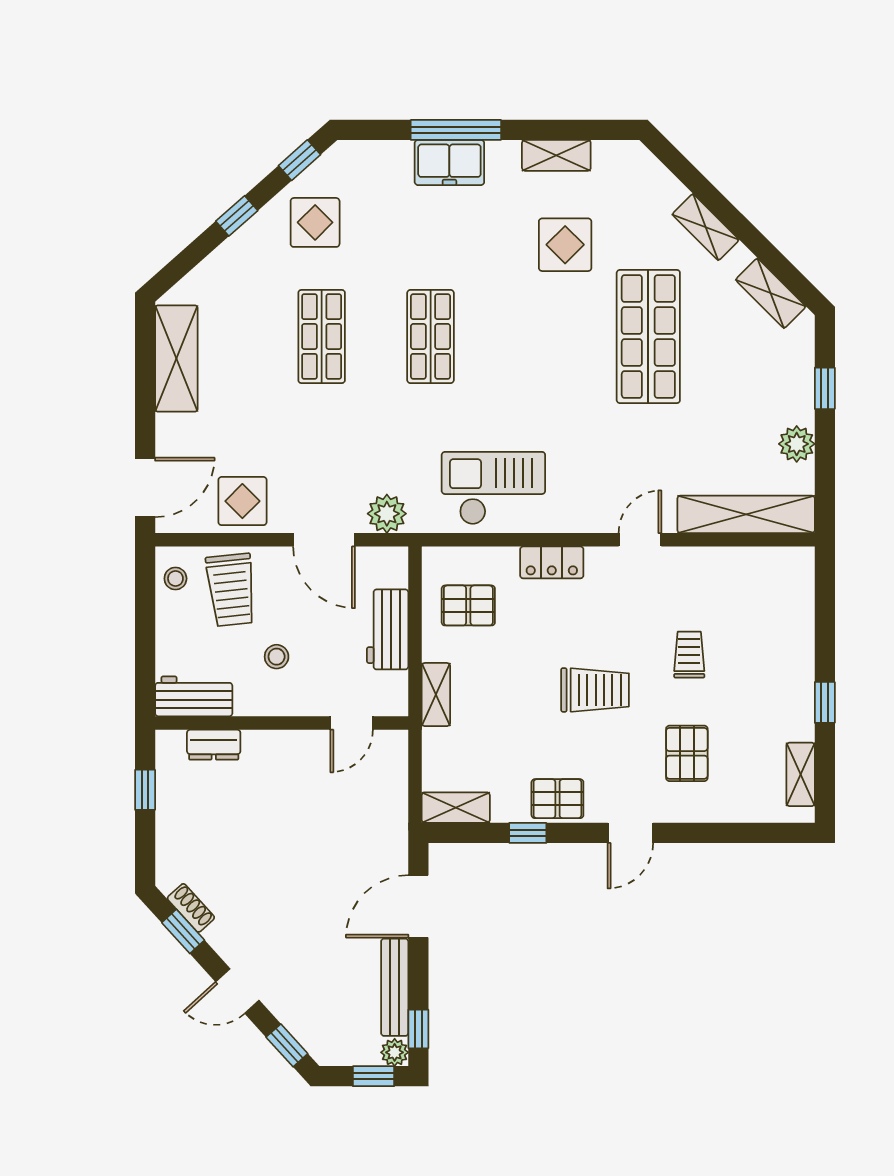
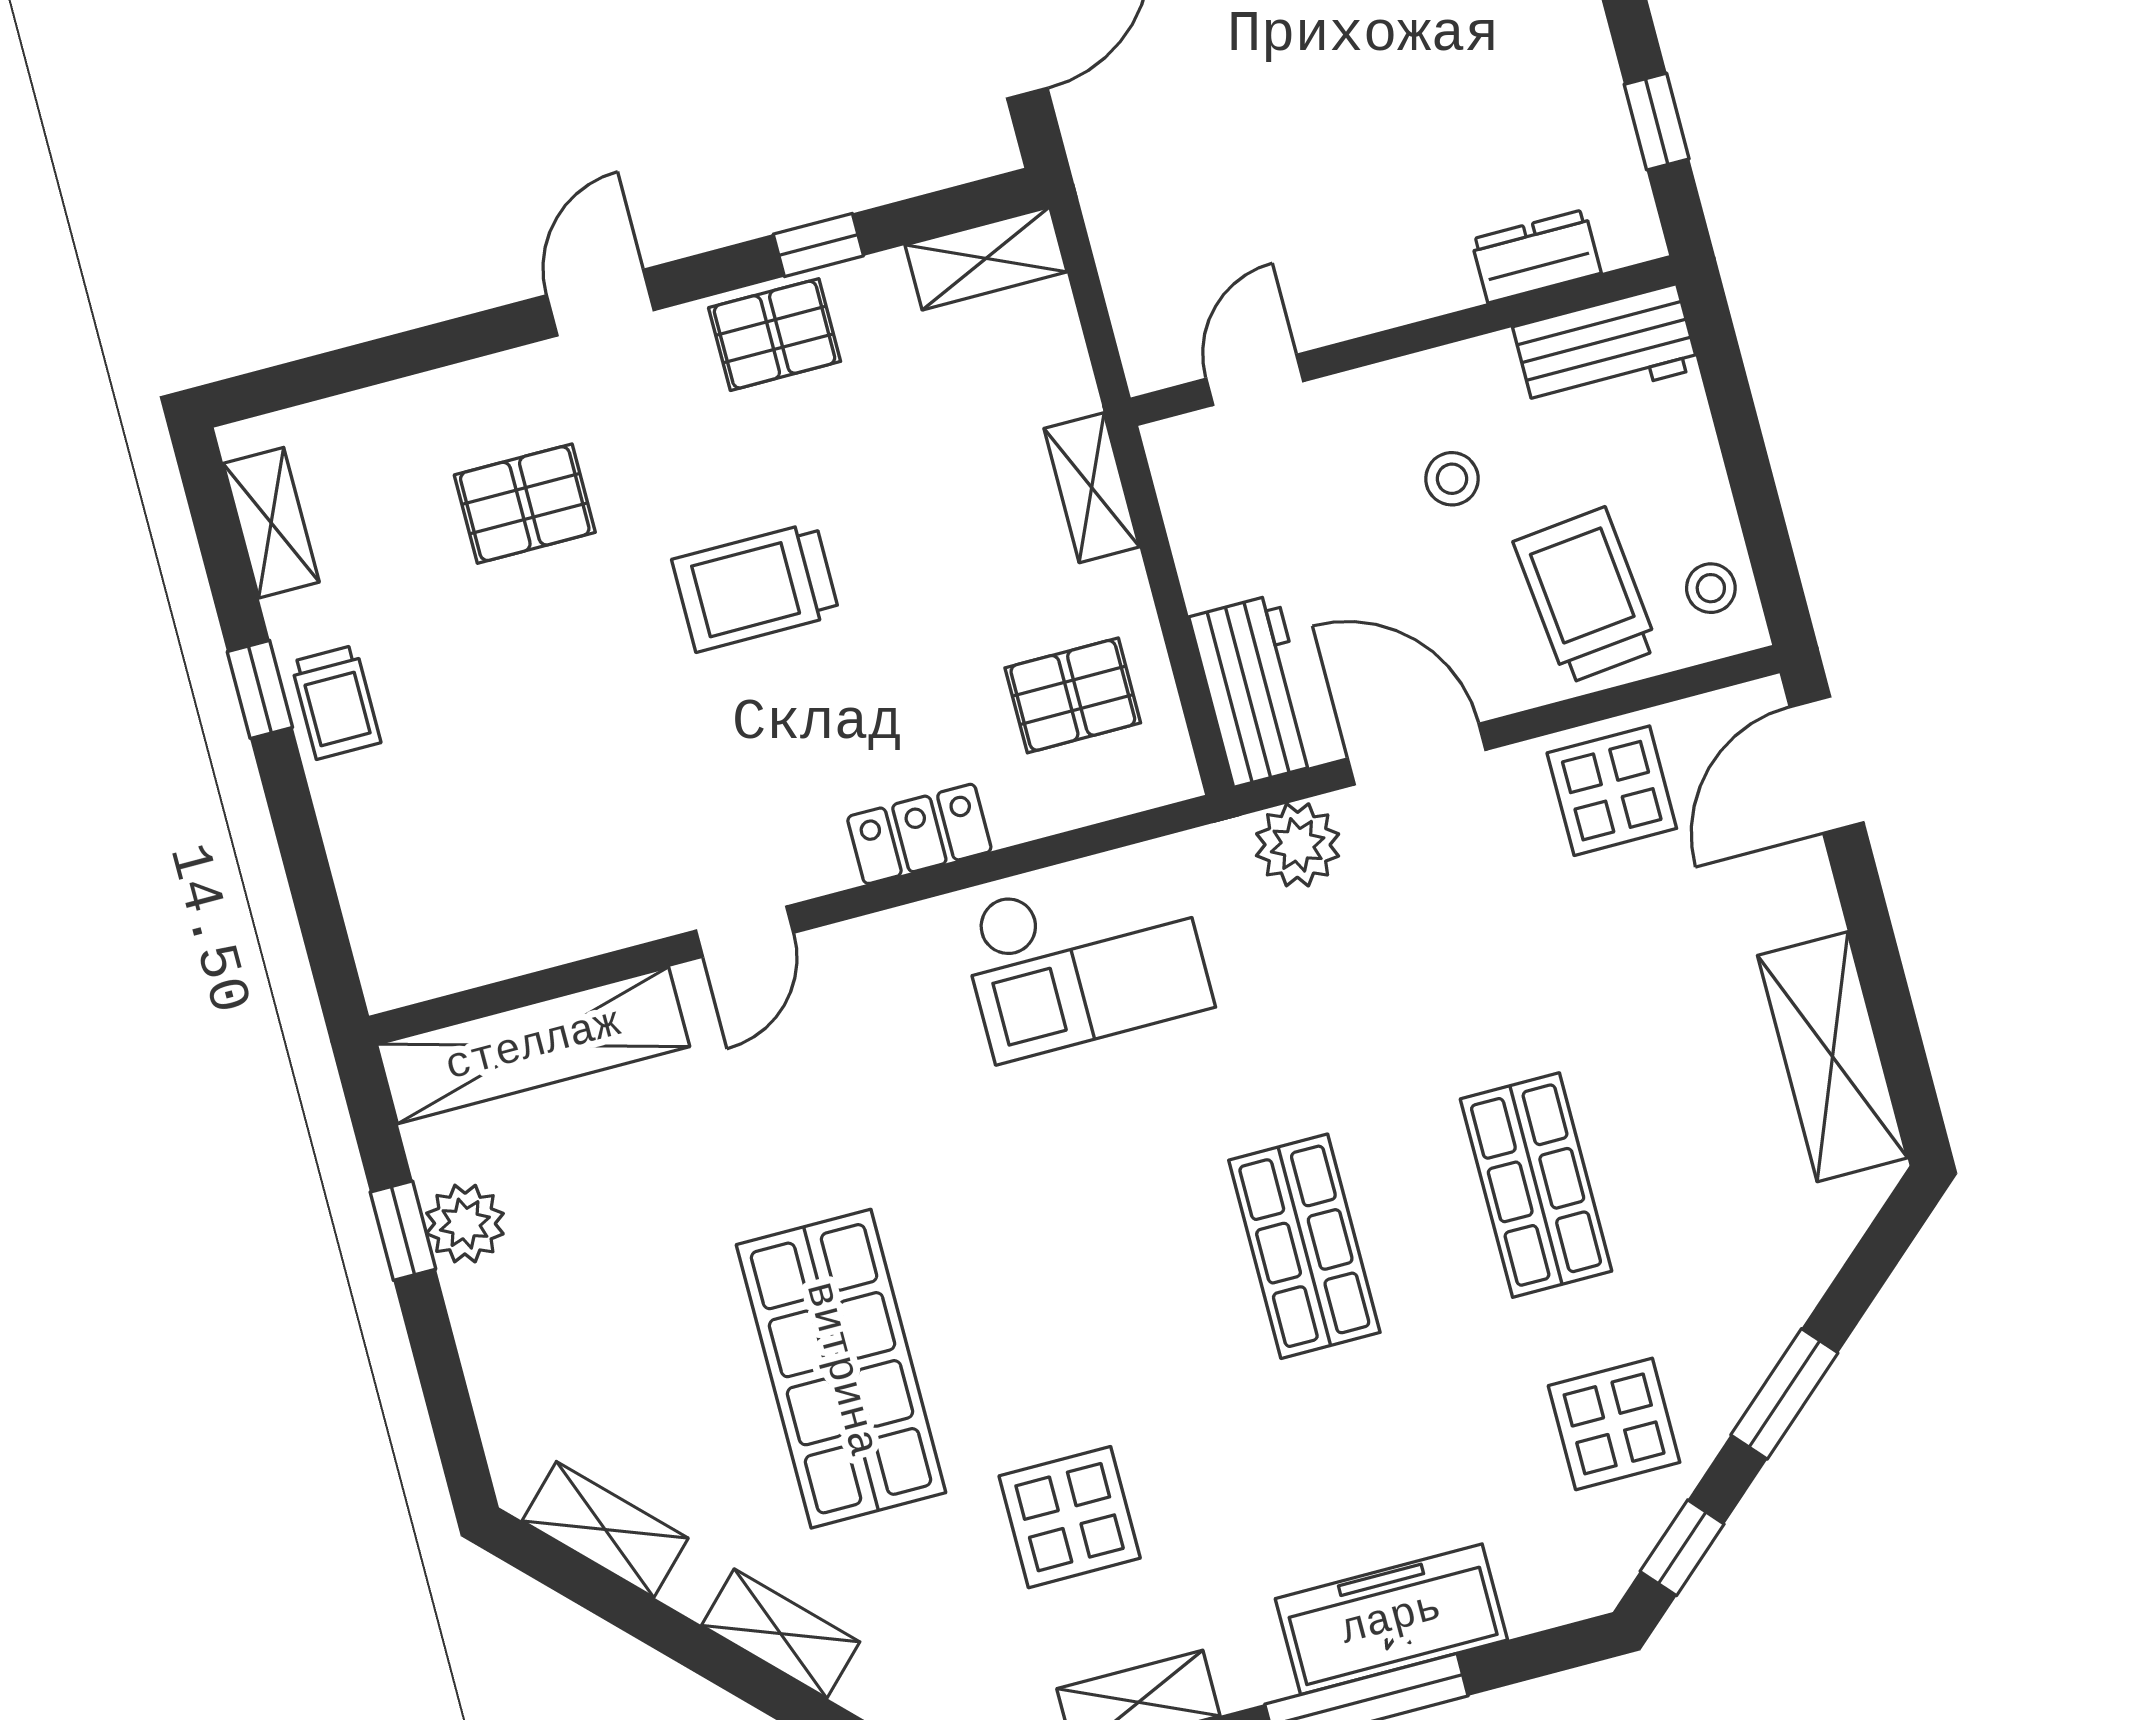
freezer: (449, 163) -> (1391, 1619), width x1.40
window: (237, 216) -> (1784, 1394), width x1.50
window: (825, 388) -> (403, 1231), moved
workbench: (388, 629) -> (1255, 690), moved
trolley: (689, 655) -> (336, 702), moved
pallet: (687, 753) -> (525, 504), turned 90

